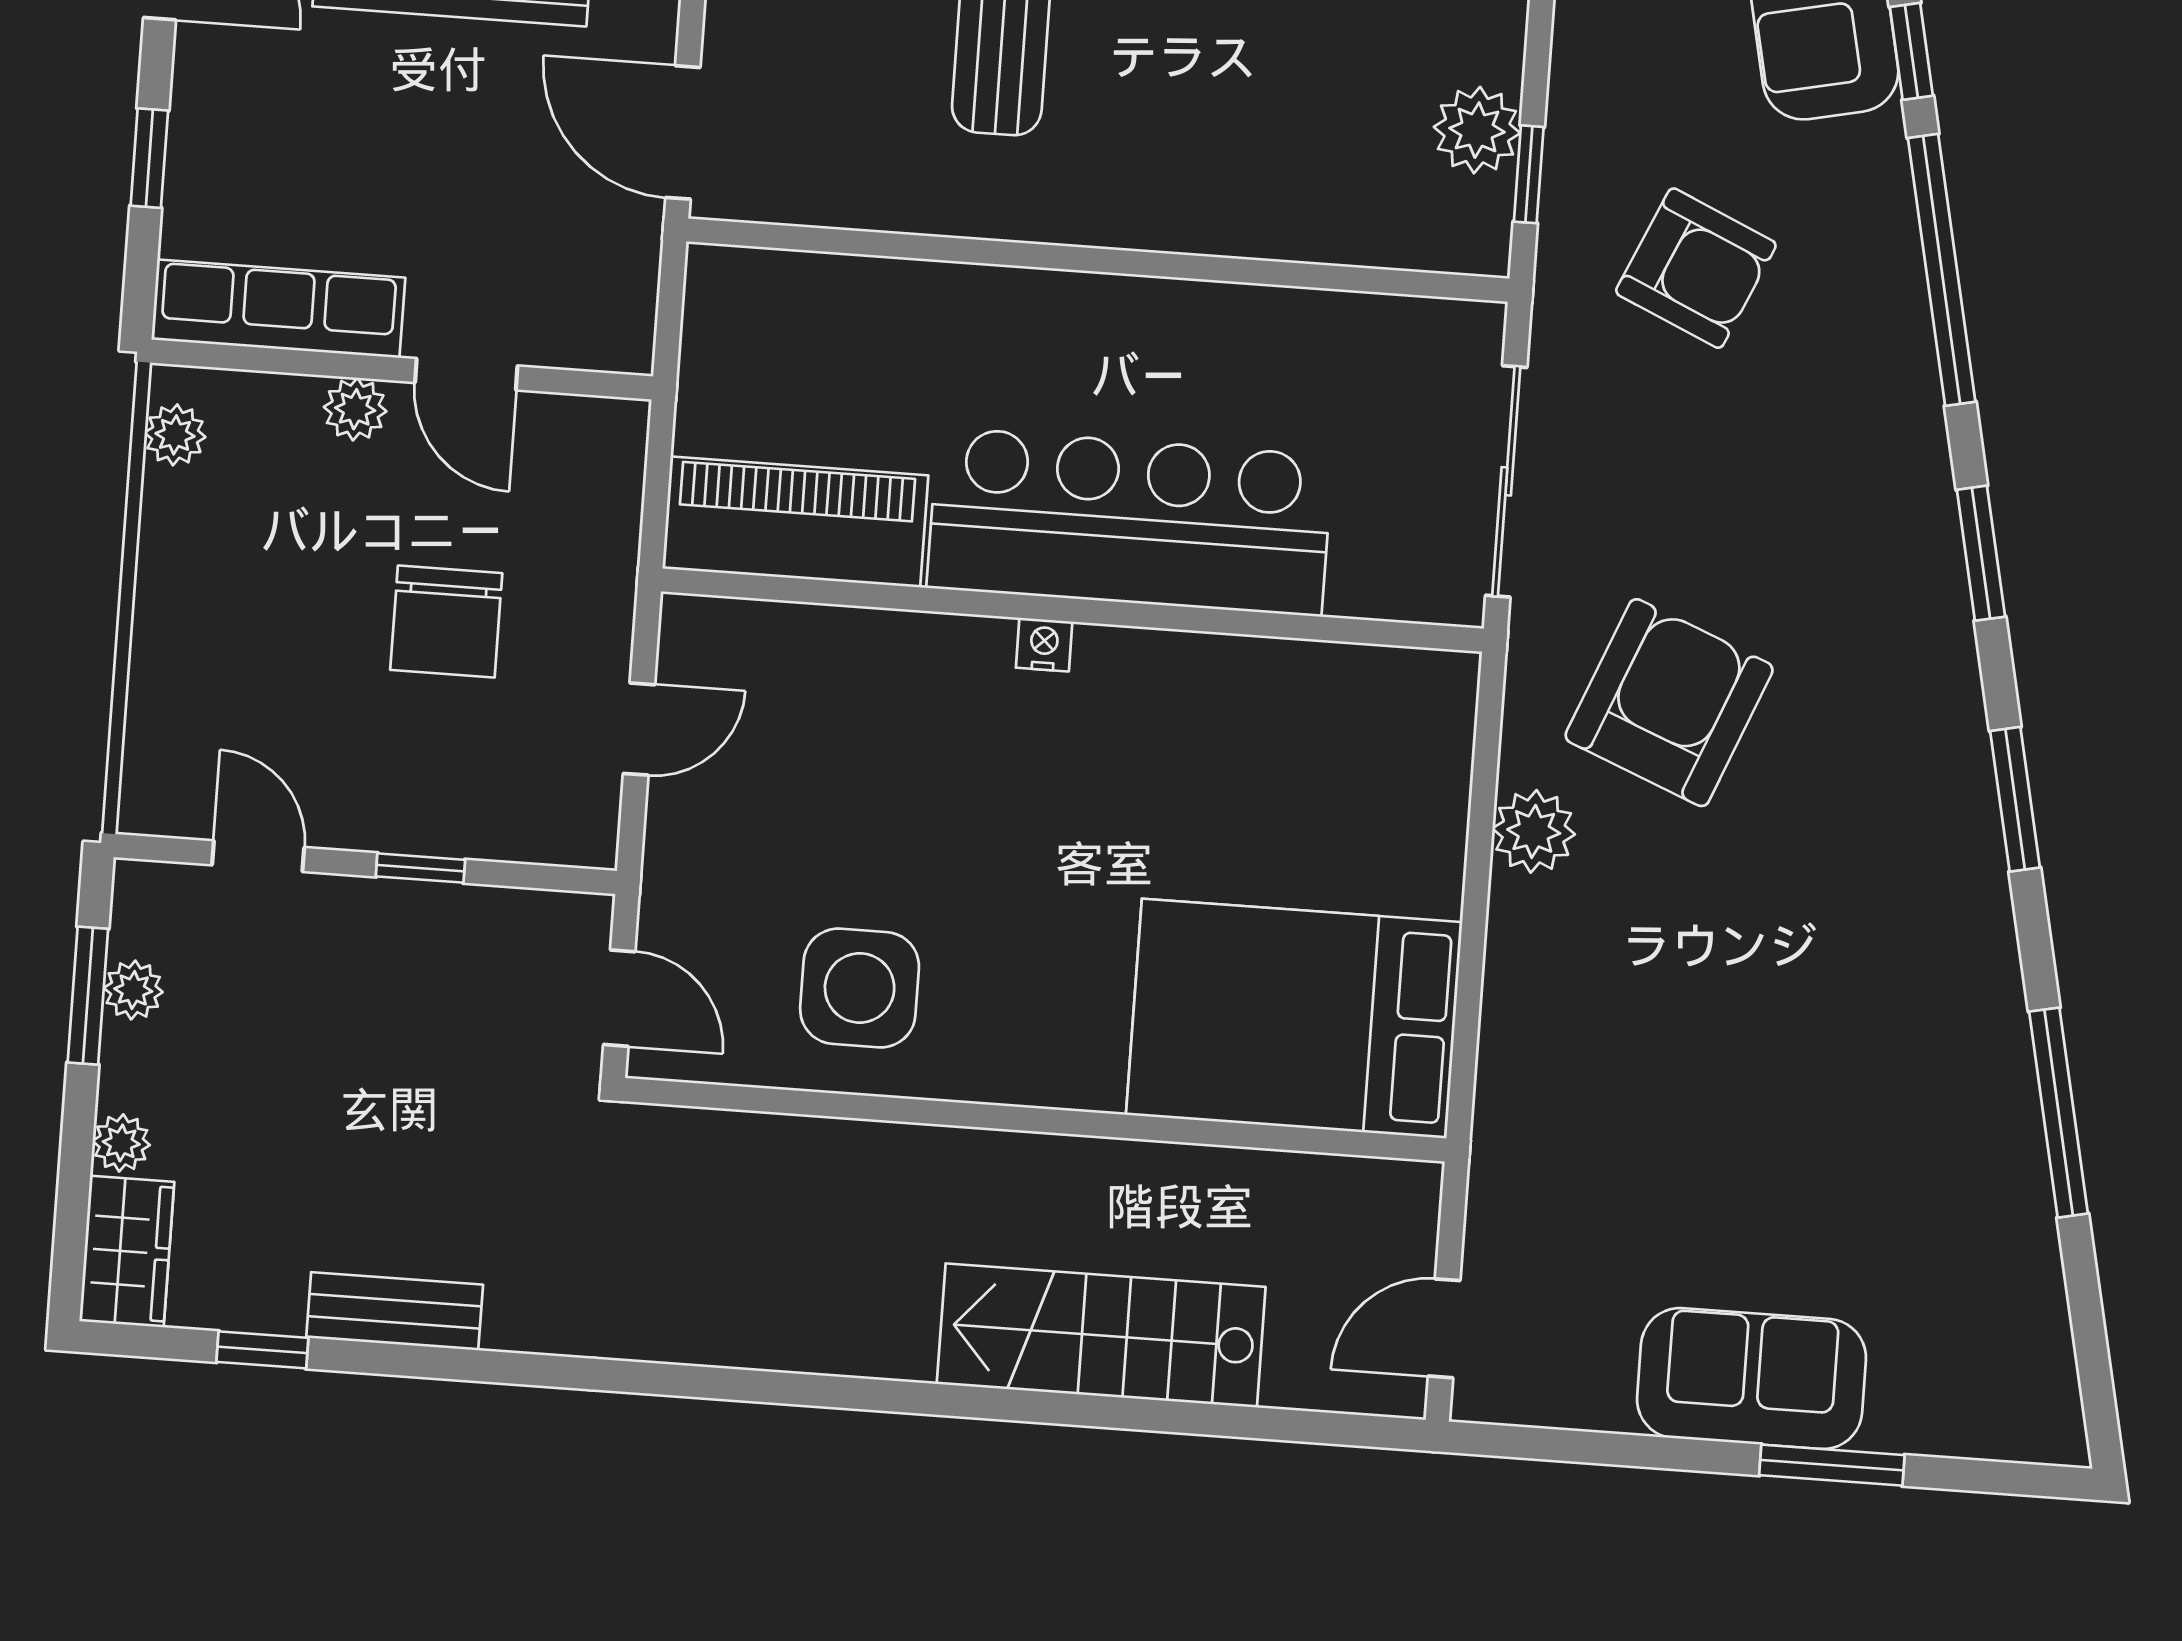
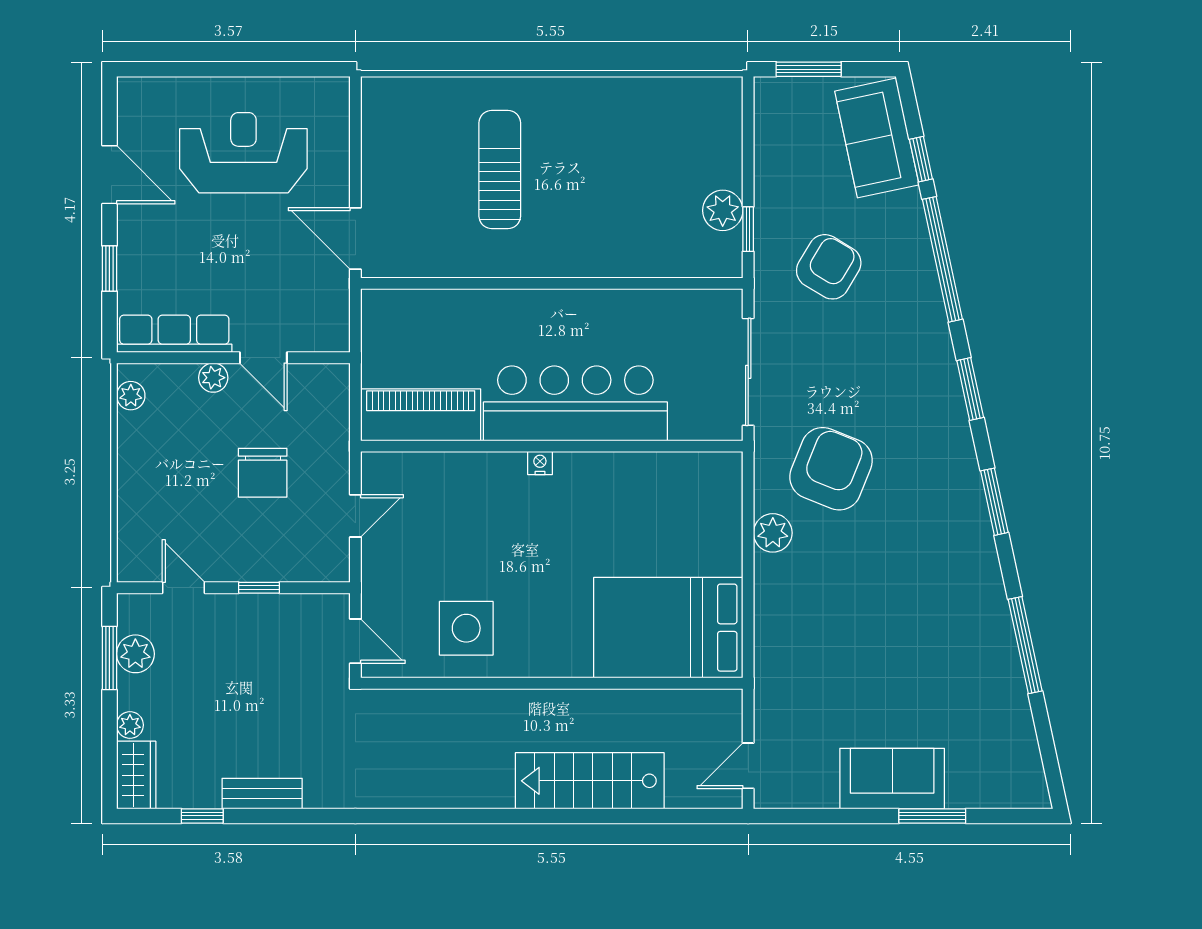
armchair: (1696, 268) -> (829, 267), turned -83
plant: (133, 990) -> (135, 654), width x1.38, depth x1.38

